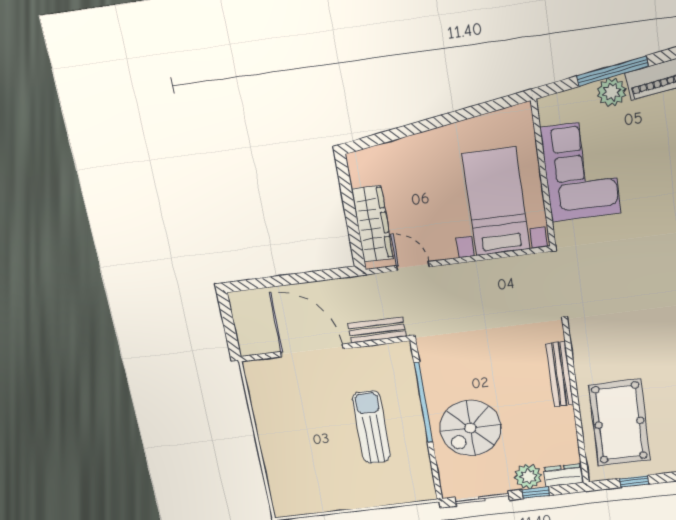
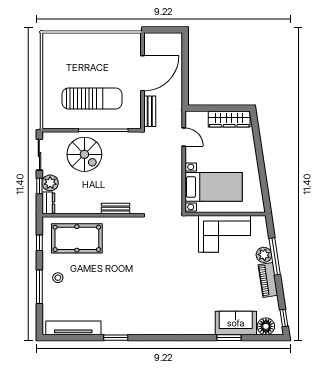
wardrobe: (372, 224) -> (229, 119), moved
door: (413, 266) -> (184, 137), hinge flipped
bench: (560, 374) -> (115, 209), width x0.73
sun lounger: (371, 427) -> (92, 98), width x1.36, depth x1.34
spiral stairs: (470, 428) -> (84, 154), turned 180

